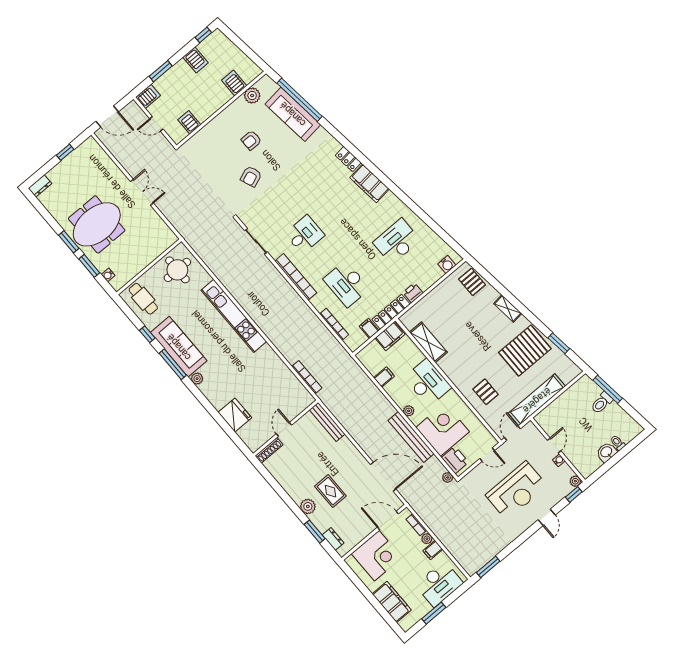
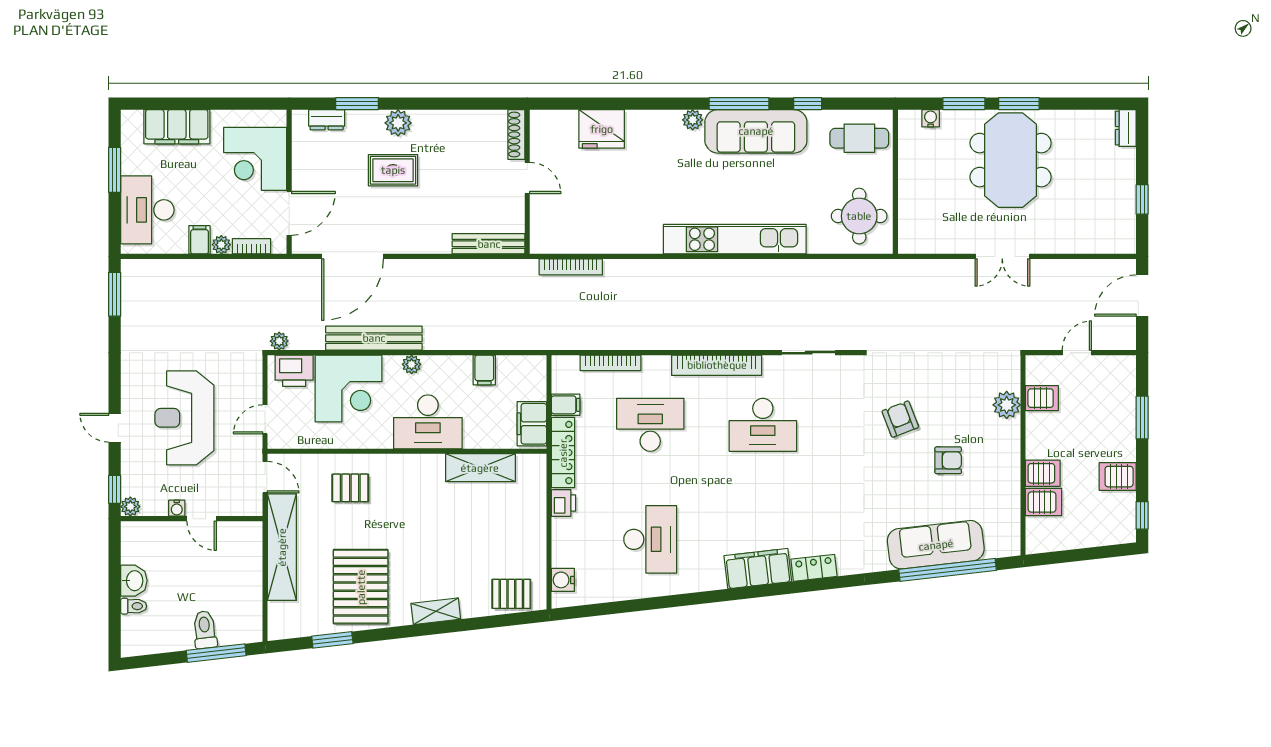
plant: (252, 95) -> (1007, 405), moved
server rack: (148, 96) -> (1043, 473), moved, turned -90
armchair: (251, 140) -> (948, 460), turned 90
desk: (305, 235) -> (763, 425), width x1.37

